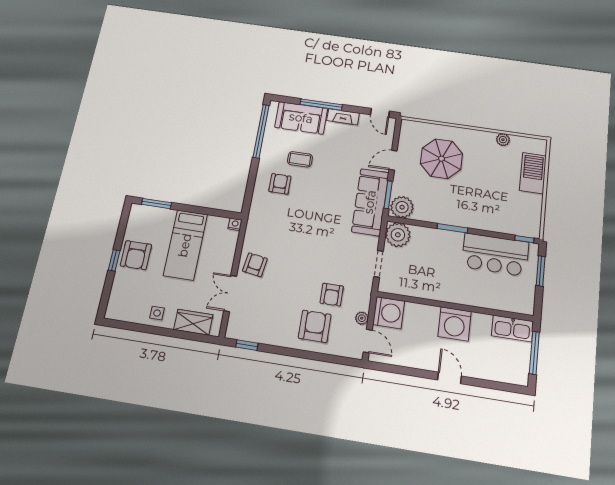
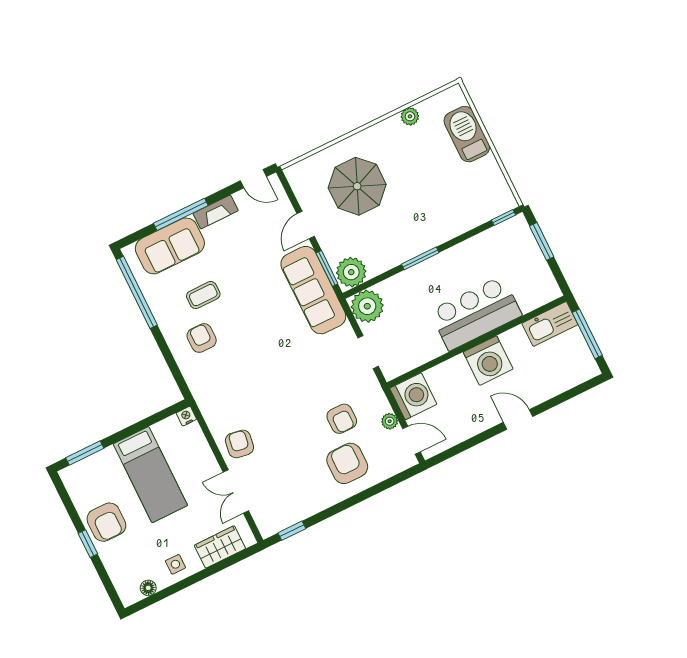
bar counter: (495, 255) -> (476, 313), moved, turned 180
floor lamp: (128, 316) -> (148, 588), added

